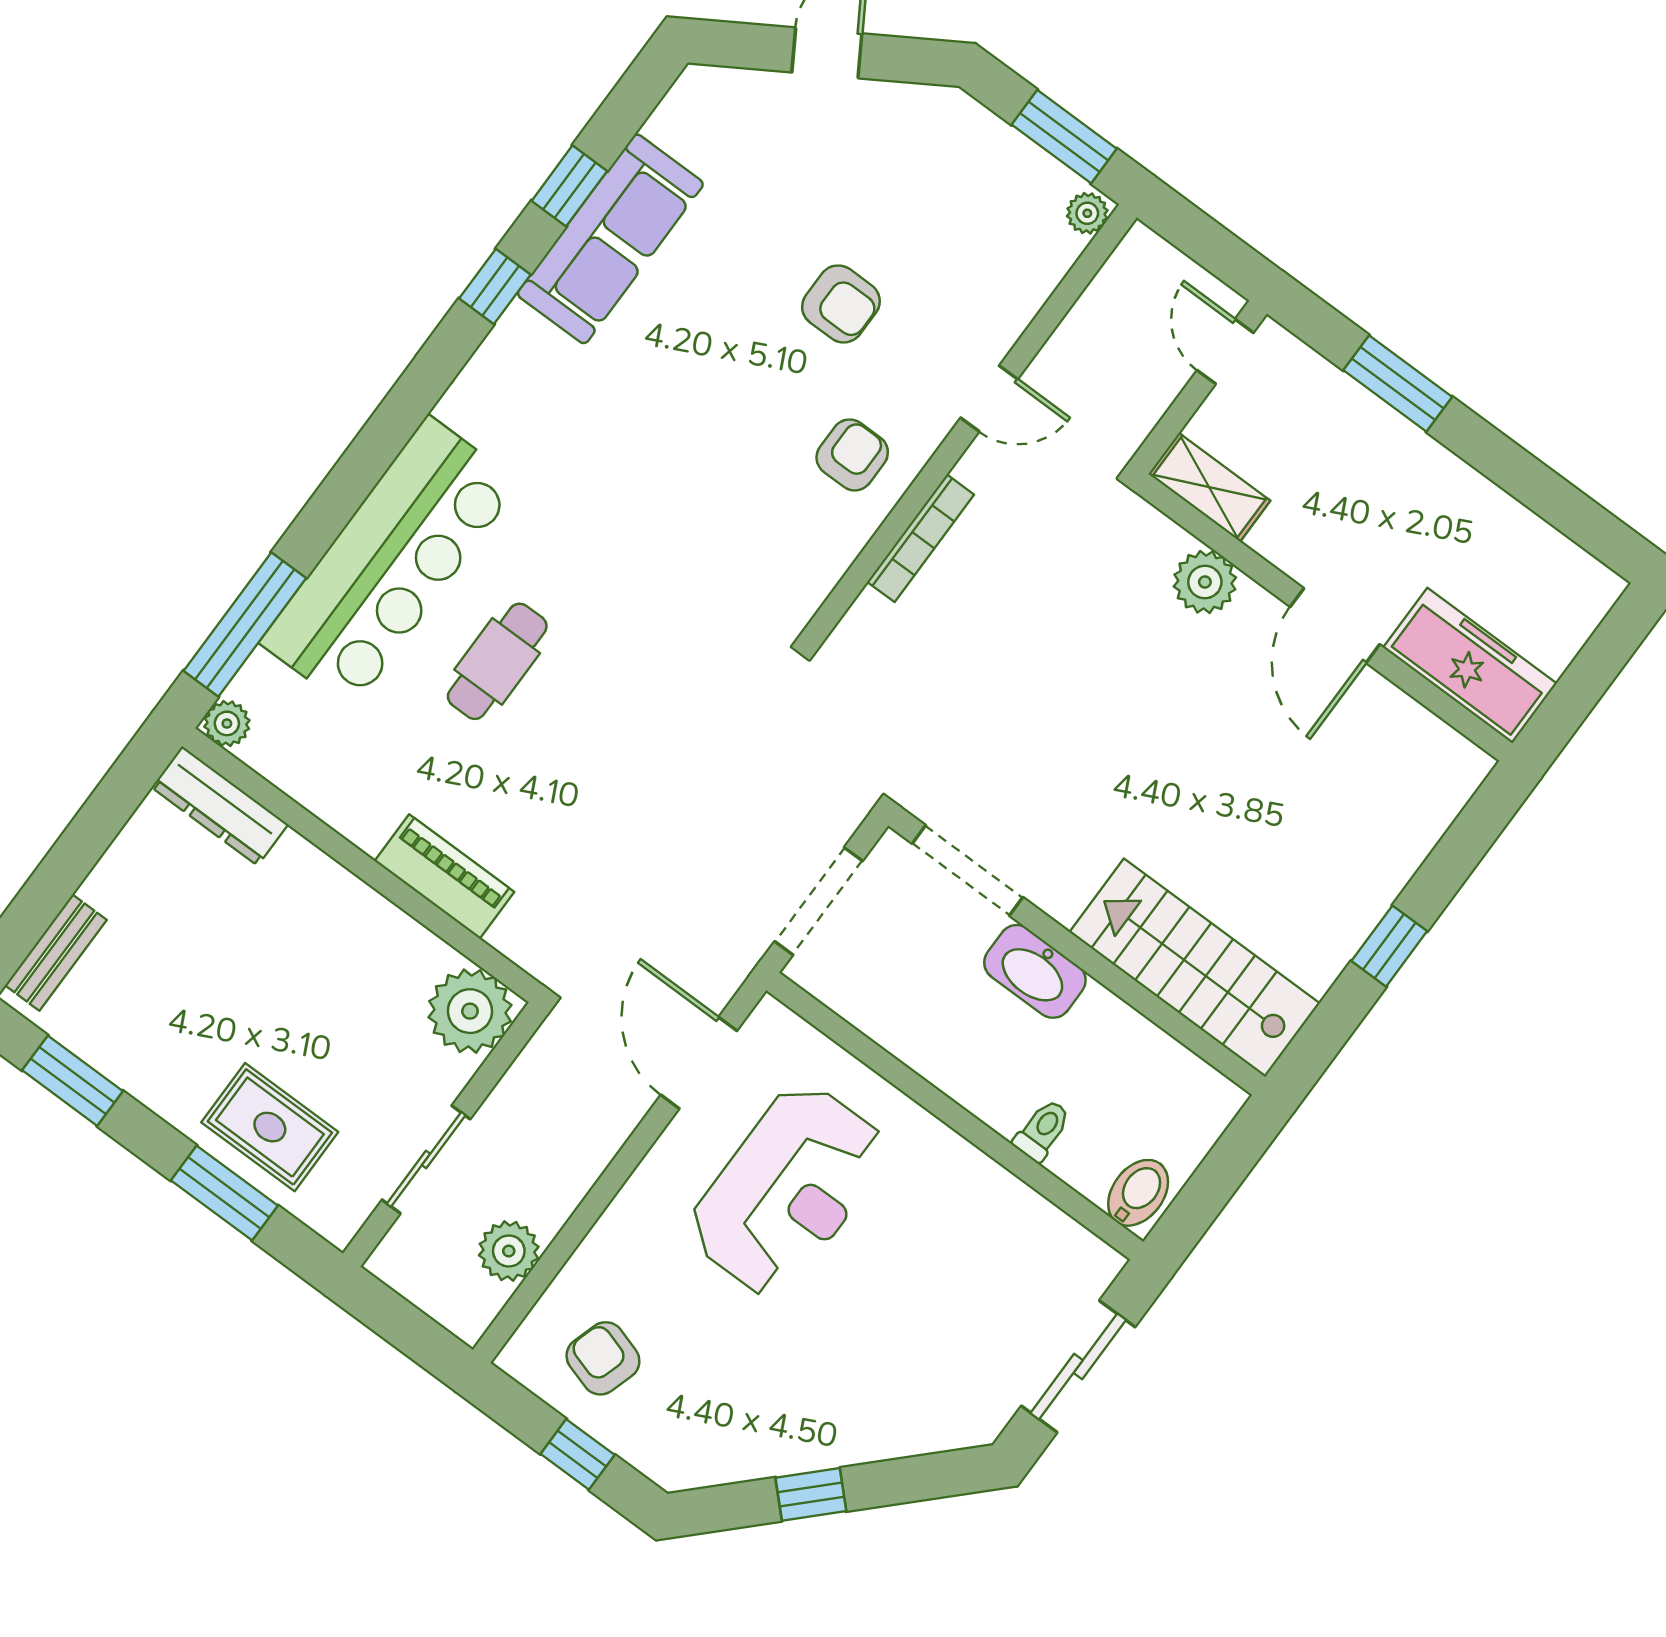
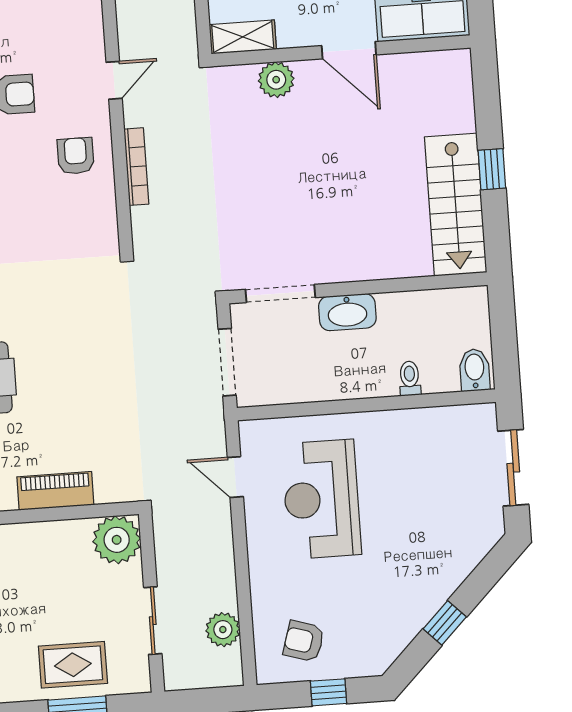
stairs: (1195, 968) -> (456, 205), moved, turned -90
door: (699, 1063) -> (235, 477), width x0.73
reception desk: (788, 1190) -> (321, 499), turned 180

